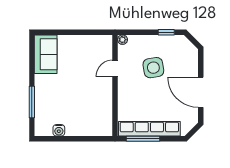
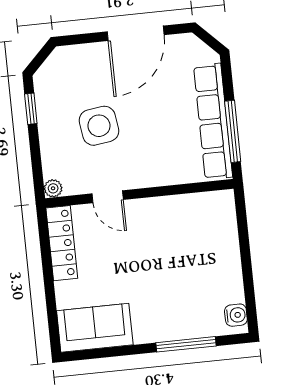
locker: (93, 41) -> (62, 243), added
water cooler: (59, 130) -> (236, 315), moved

